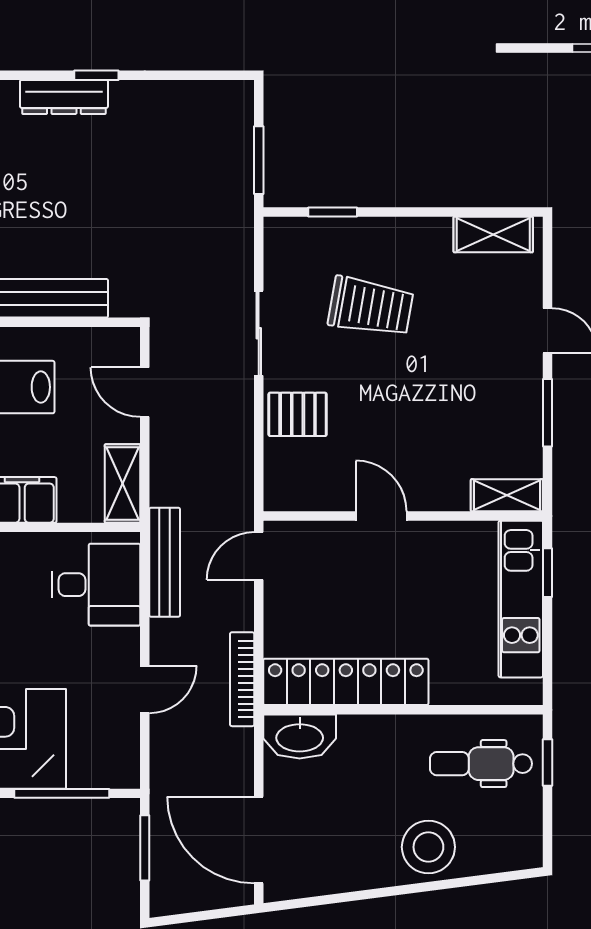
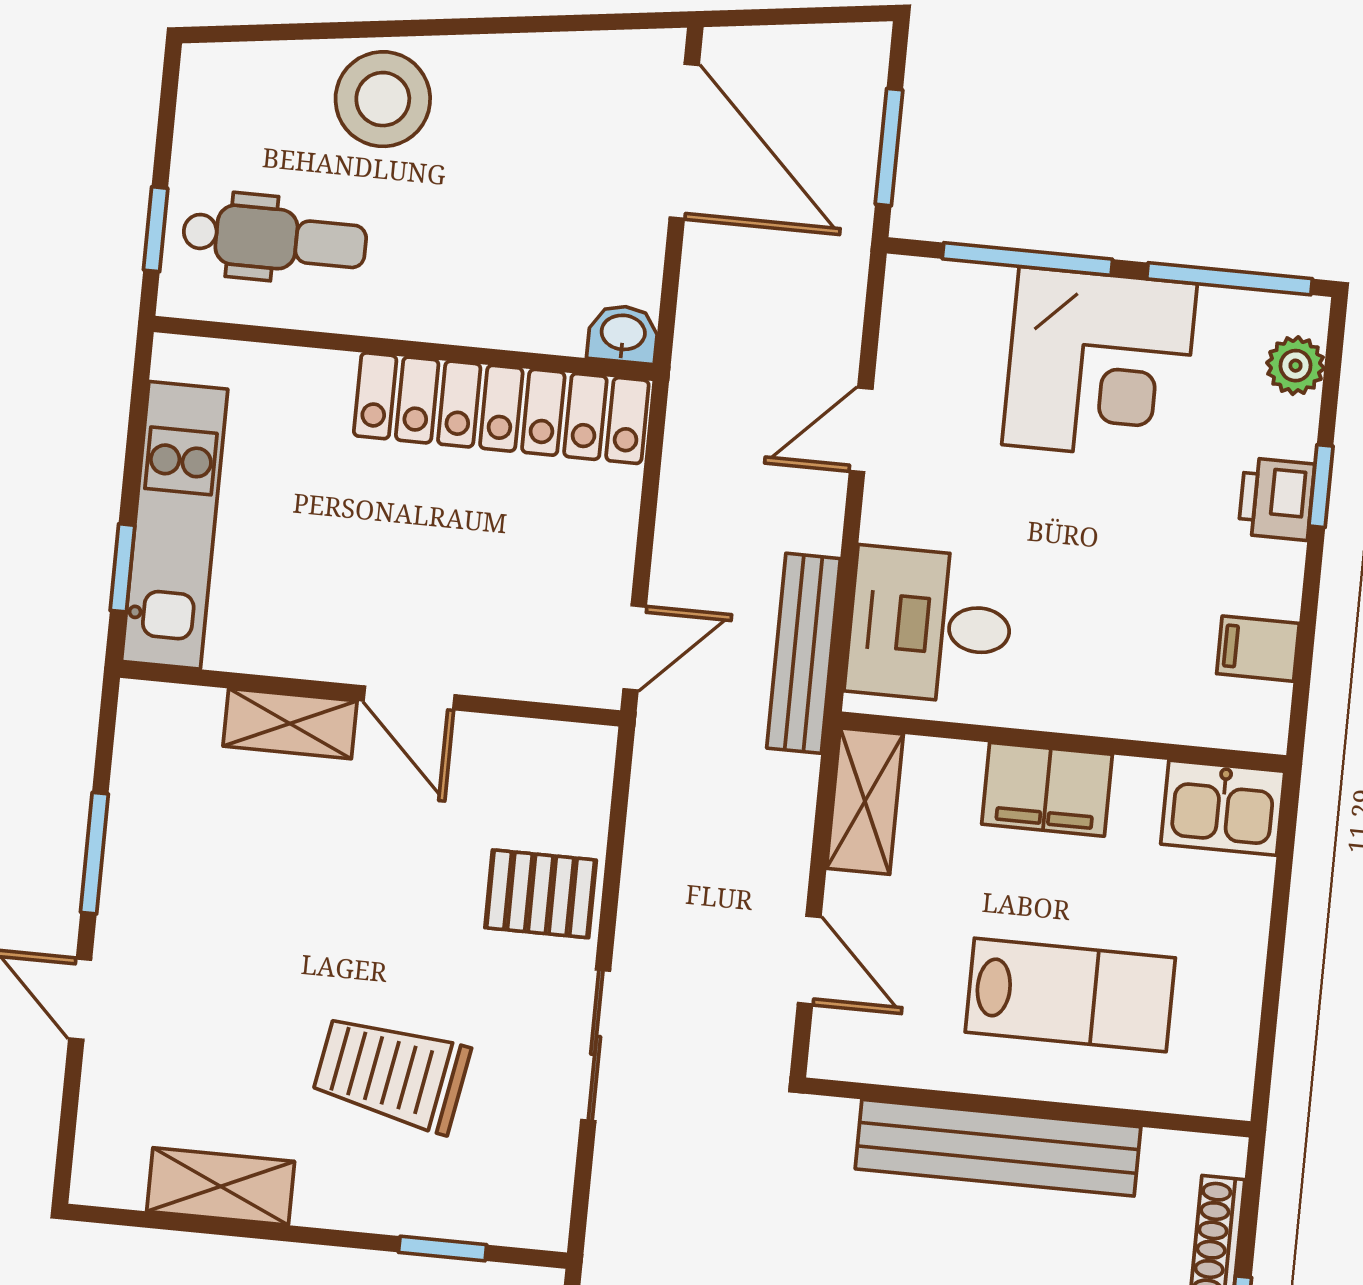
shelving: (493, 234) -> (221, 1186), moved
shelving: (507, 495) -> (290, 724), moved
bookcase: (242, 679) -> (686, 431), removed
washbasin: (300, 737) -> (623, 334), width x0.52, depth x0.69

